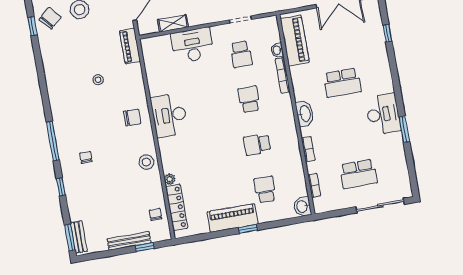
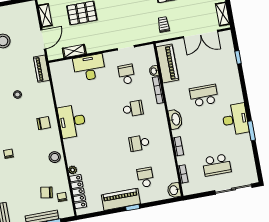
school desk: (241, 54) -> (127, 74), turned 180
school desk: (342, 83) -> (204, 95), turned 180
school desk: (249, 99) -> (133, 109), turned 90
chair: (135, 208) -> (47, 192), added

